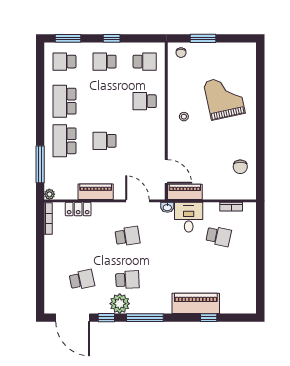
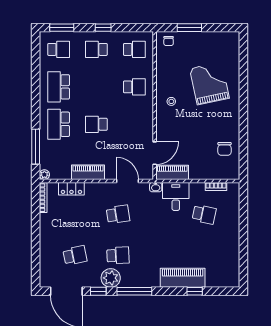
school desk: (64, 62) -> (59, 49), turned 180
school desk: (145, 101) -> (134, 87), turned 180
door: (166, 171) -> (155, 153), hinge flipped

